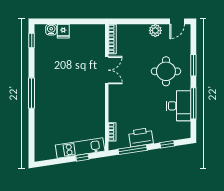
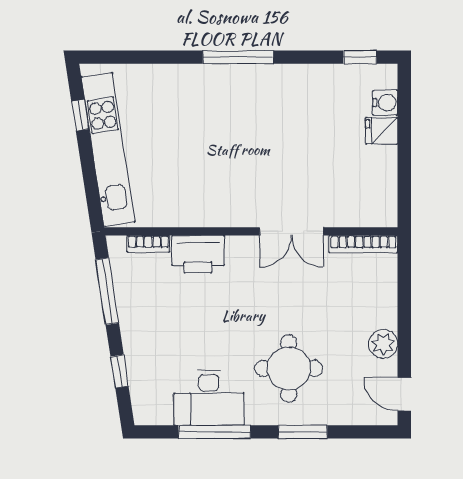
printer: (141, 137) -> (198, 254), moved, turned 99
kitchen unit: (80, 148) -> (108, 150), width x1.36
window: (82, 157) -> (80, 115), moved

